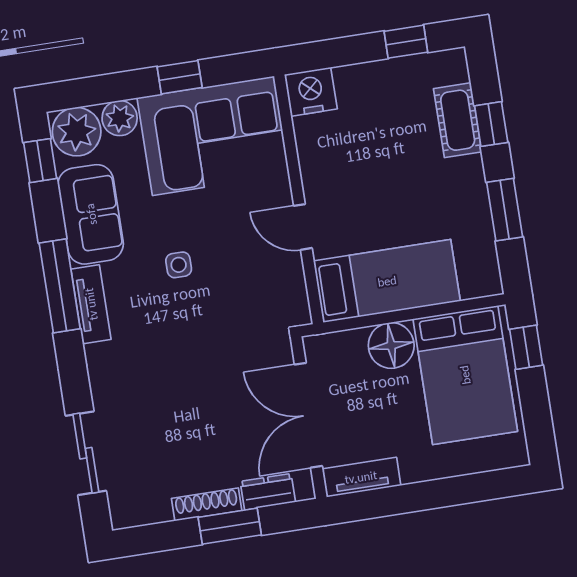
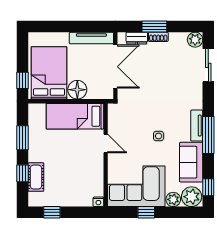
nightstand: (311, 92) -> (98, 202), width x0.53, depth x0.56
tv unit: (361, 477) -> (91, 38), width x1.41
shoe rack: (207, 504) -> (158, 37), width x0.70
plant: (127, 510) -> (195, 40), added

